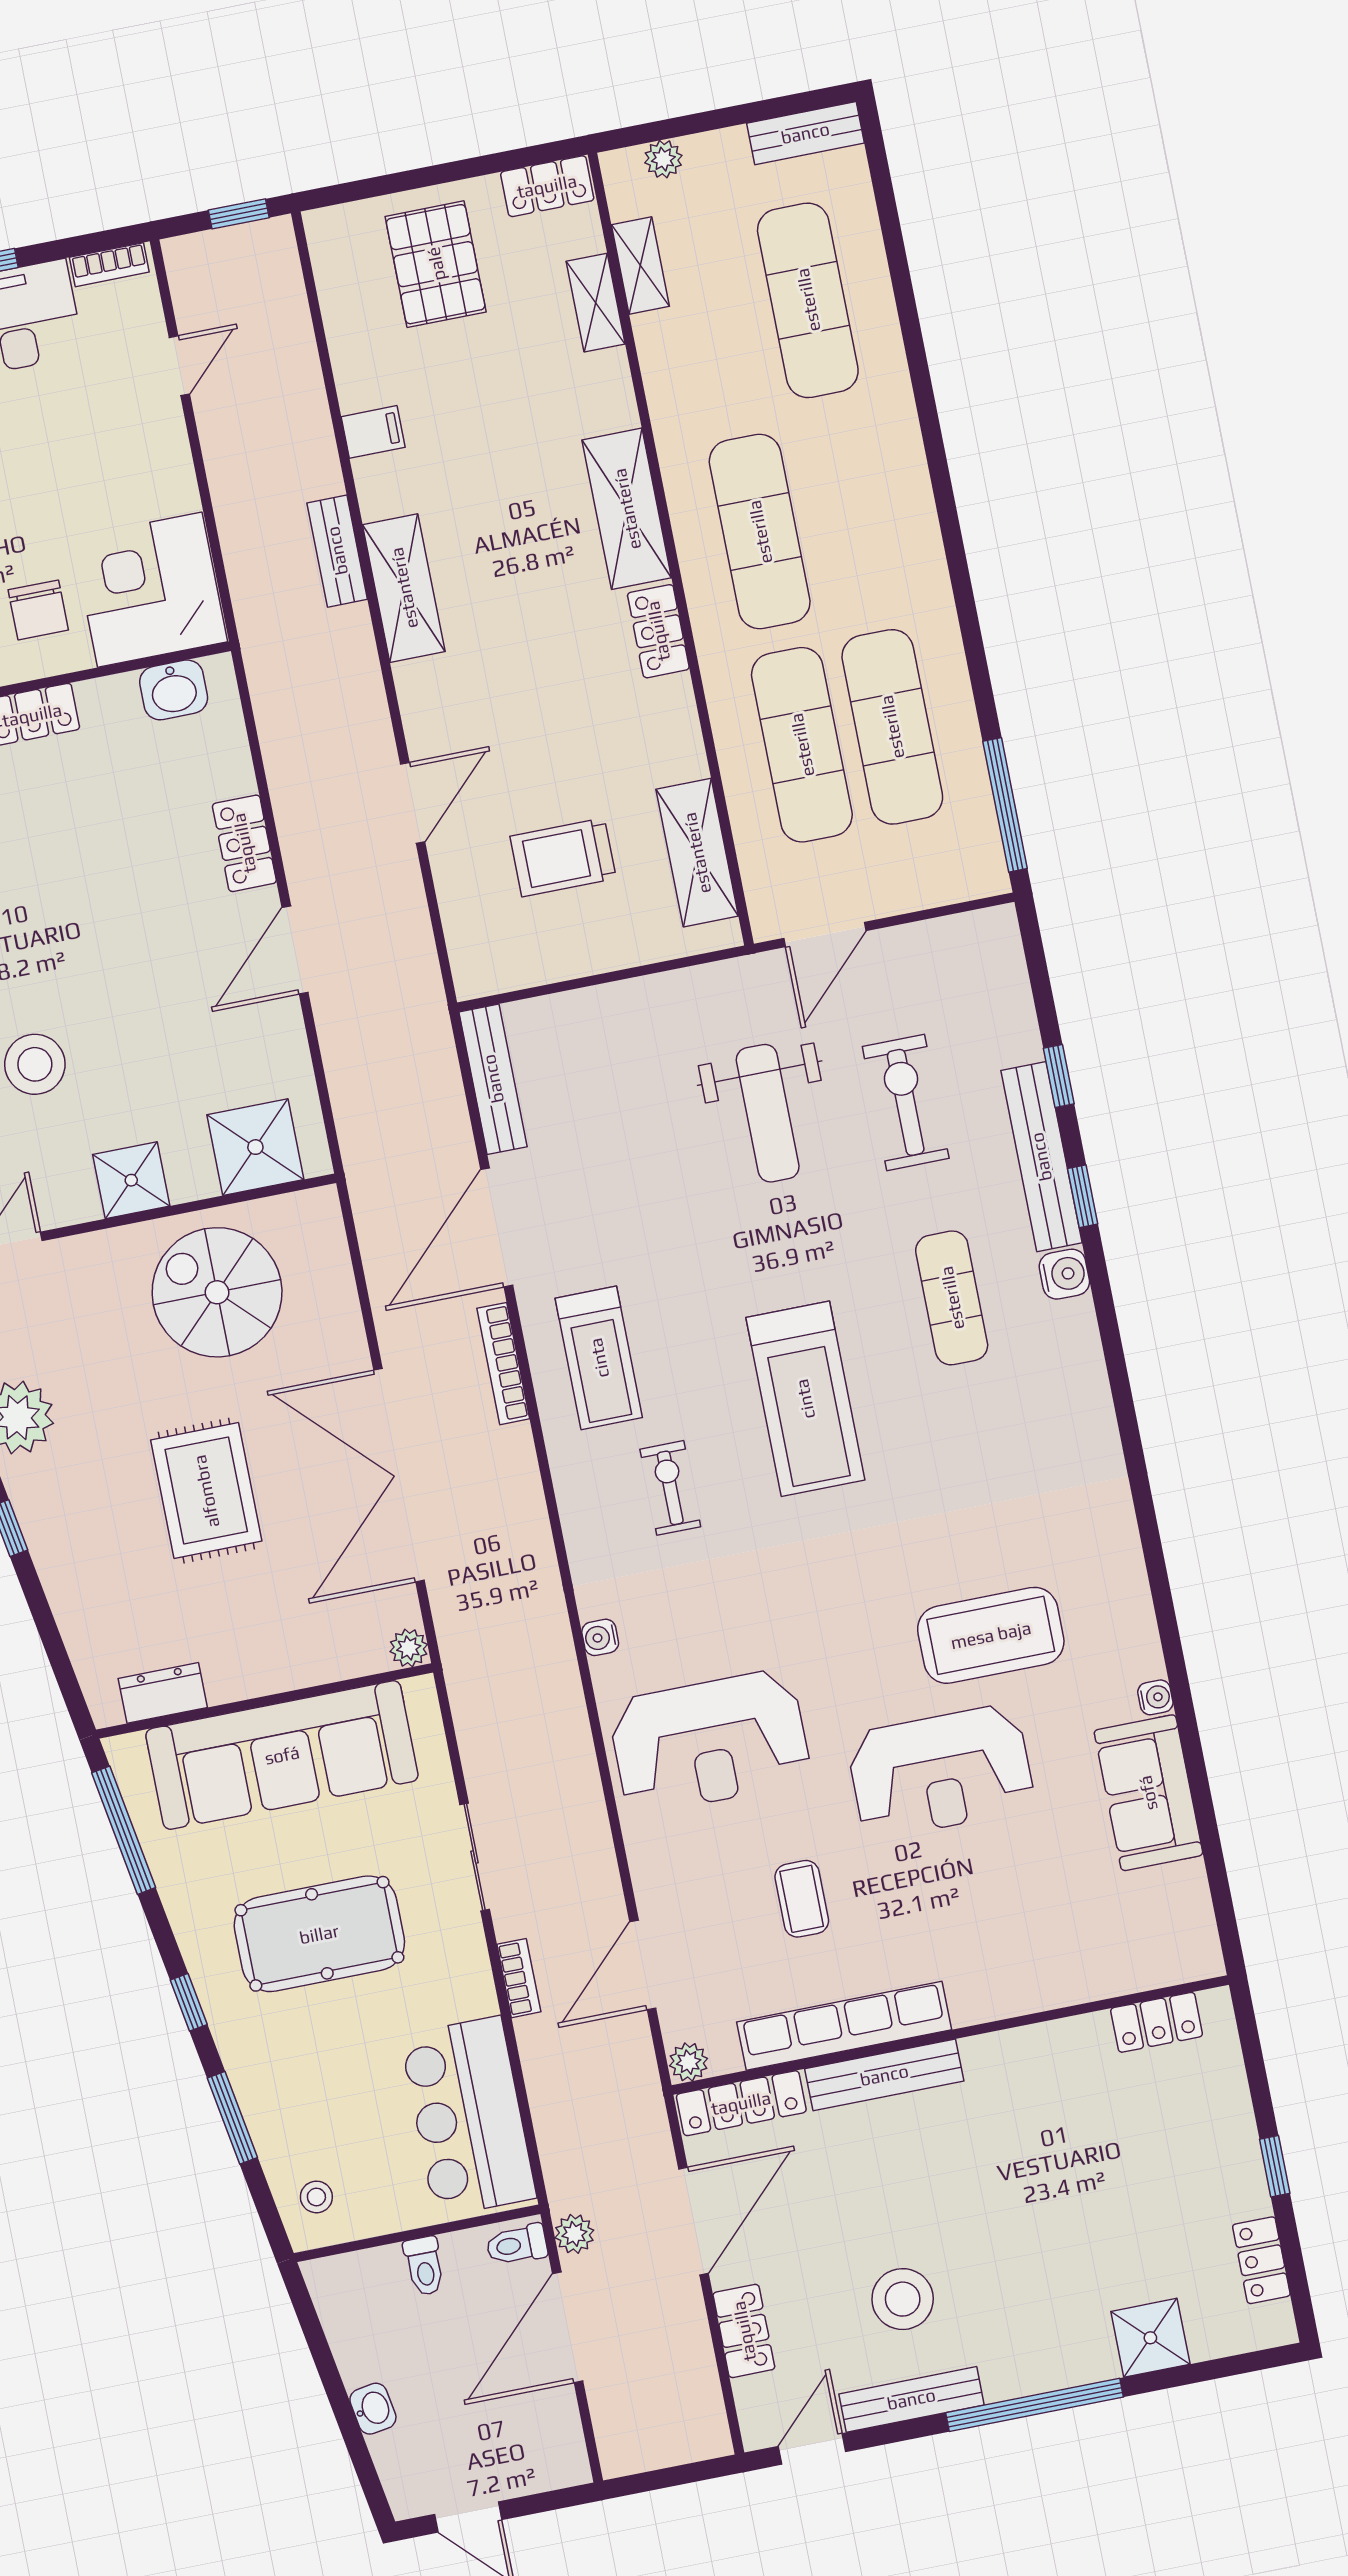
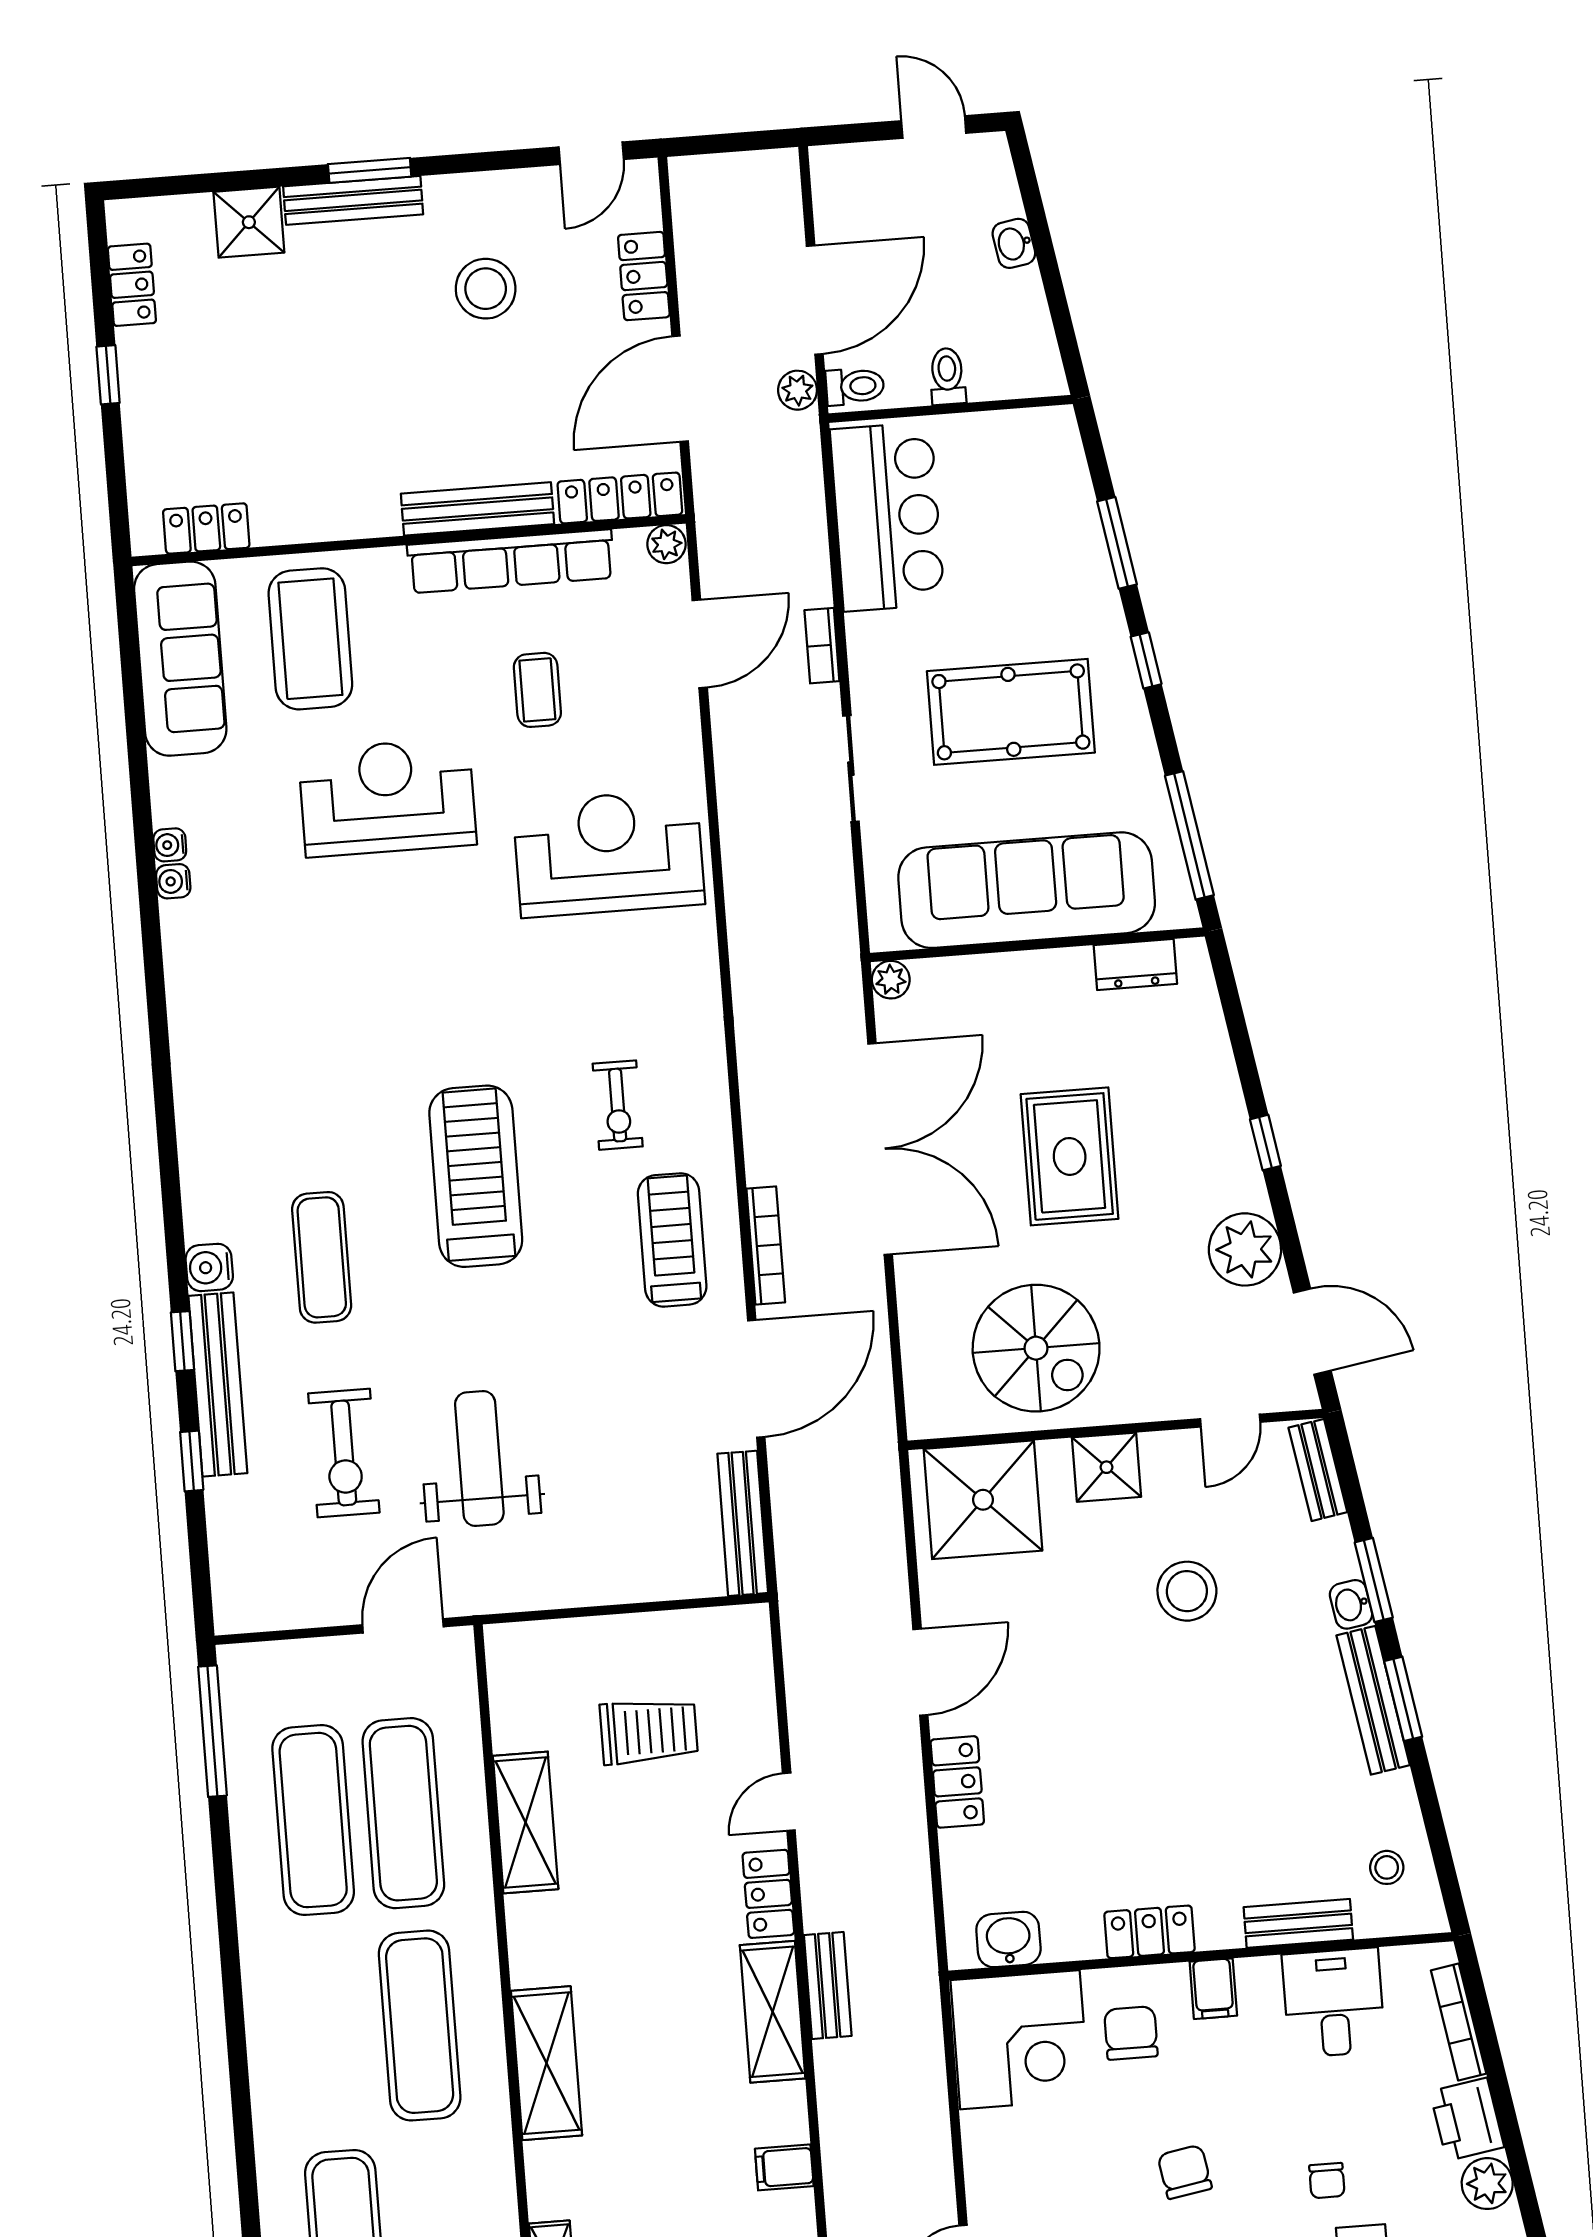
bench: (337, 551) -> (828, 1986), moved
locker: (658, 631) -> (768, 1894), moved, turned 180
door: (413, 803) -> (789, 1802), width x0.73
shelving: (697, 853) -> (526, 1822), moved
shower: (255, 1147) -> (983, 1500), width x1.37, depth x1.37
coffee table: (991, 1635) -> (310, 639), moved, turned 90
water cooler: (600, 1637) -> (173, 881), moved, turned 180
sofa: (1148, 1793) -> (180, 659), moved, width x1.36
stool: (316, 2197) -> (1044, 456), removed
bench: (911, 2399) -> (353, 200), moved
window: (1034, 2405) -> (370, 170), width x0.47

